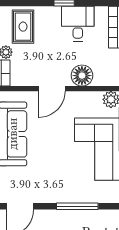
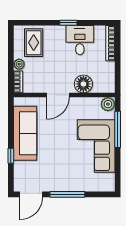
window: (77, 206) -> (67, 194), moved

